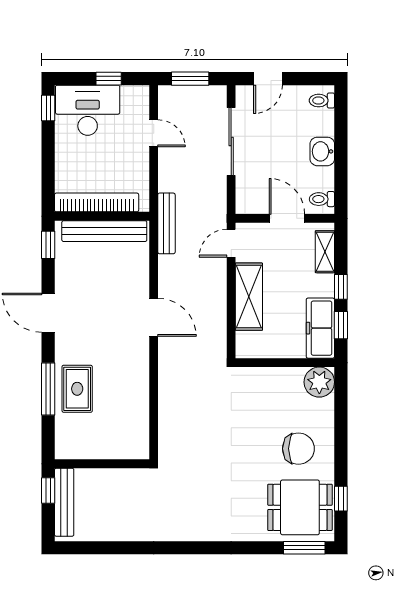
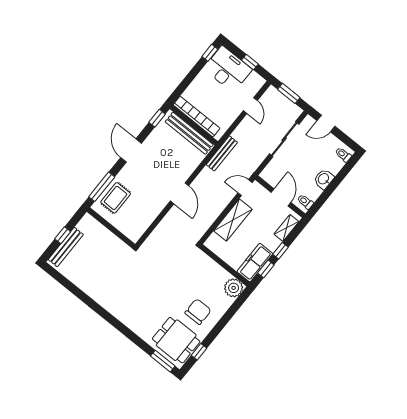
chair: (298, 449) -> (198, 312), turned -90
wall: (102, 464) -> (111, 228), moved

